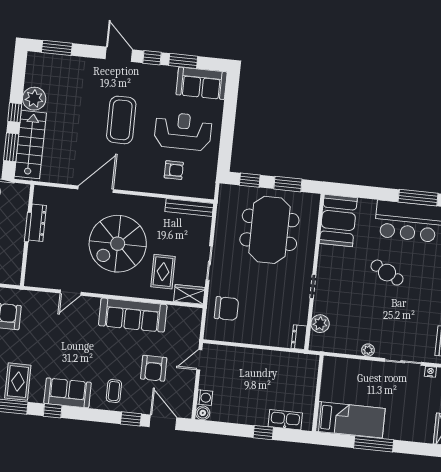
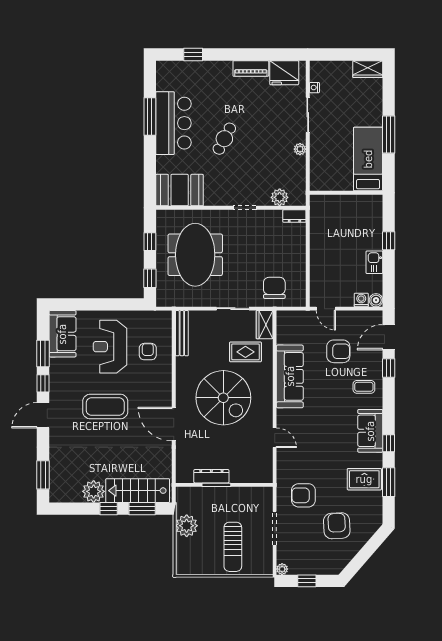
window: (288, 184) -> (150, 242), width x0.67
meeting table: (269, 230) -> (195, 255), turned 90
kitchen sink: (285, 420) -> (374, 262), moved, width x0.73

